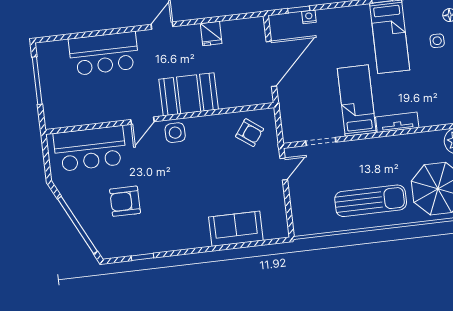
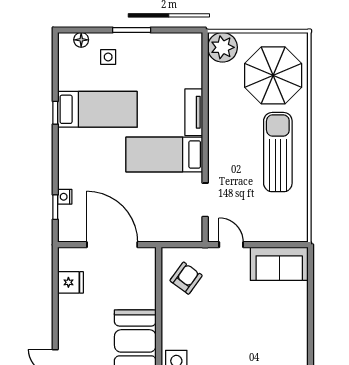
fridge: (211, 33) -> (71, 282), moved
sofa: (236, 229) -> (279, 264), moved, turned -90

